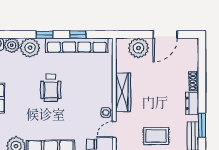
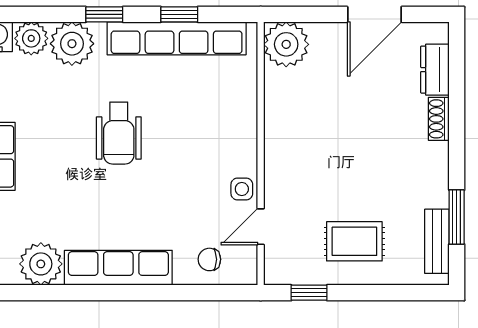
plant: (138, 48) -> (286, 44), moved
wardrobe: (123, 92) -> (280, 143), removed
dresser: (192, 103) -> (435, 70), moved

